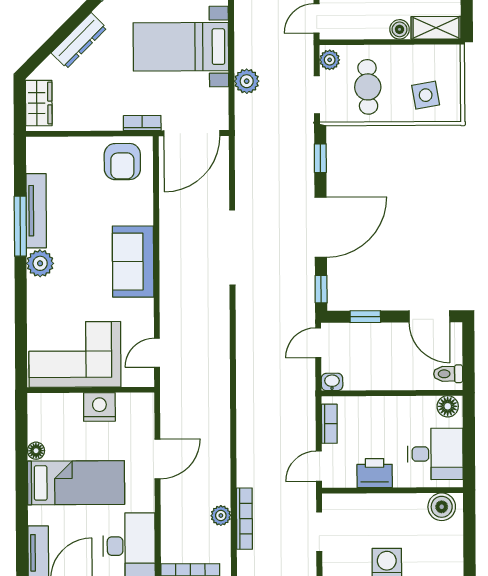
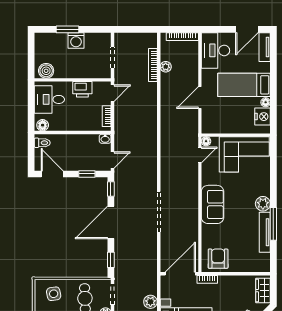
floor lamp: (146, 378) -> (206, 141), added
nightstand: (99, 407) -> (263, 117), moved, turned -90

